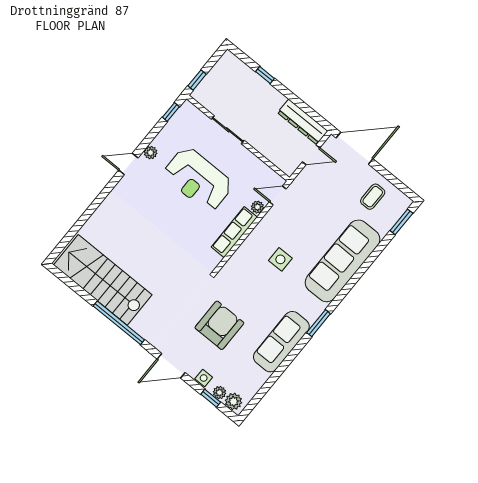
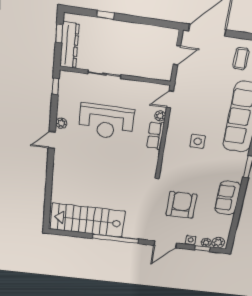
window: (197, 80) -> (59, 33), moved
dresser: (303, 122) -> (69, 45), moved, turned -90
row of seats: (234, 232) -> (155, 135), width x0.68
sofa: (281, 342) -> (228, 198), width x0.73

